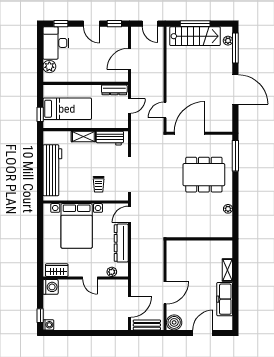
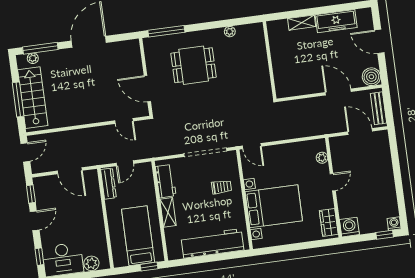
door: (129, 106) -> (125, 163), swing flipped
door: (190, 133) -> (147, 89), width x0.73
dining table: (204, 175) -> (194, 65), width x0.73
dresser: (121, 243) -> (287, 151), removed

